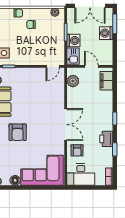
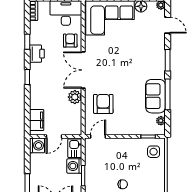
washing machine: (106, 33) -> (37, 145), moved
door: (91, 66) -> (54, 137), hinge flipped
plant: (73, 81) -> (75, 97), moved
armchair: (18, 132) -> (103, 104), moved

